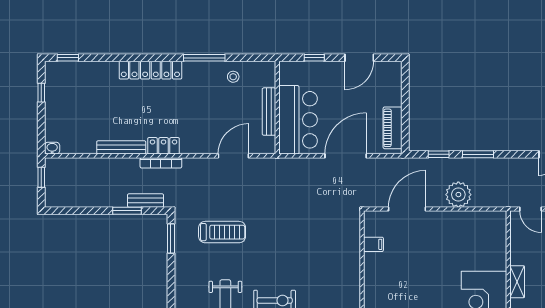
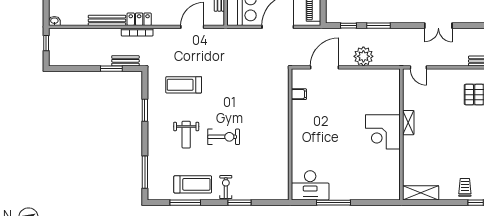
treadmill: (222, 232) -> (184, 85), turned 180
window: (171, 238) -> (145, 110), moved

